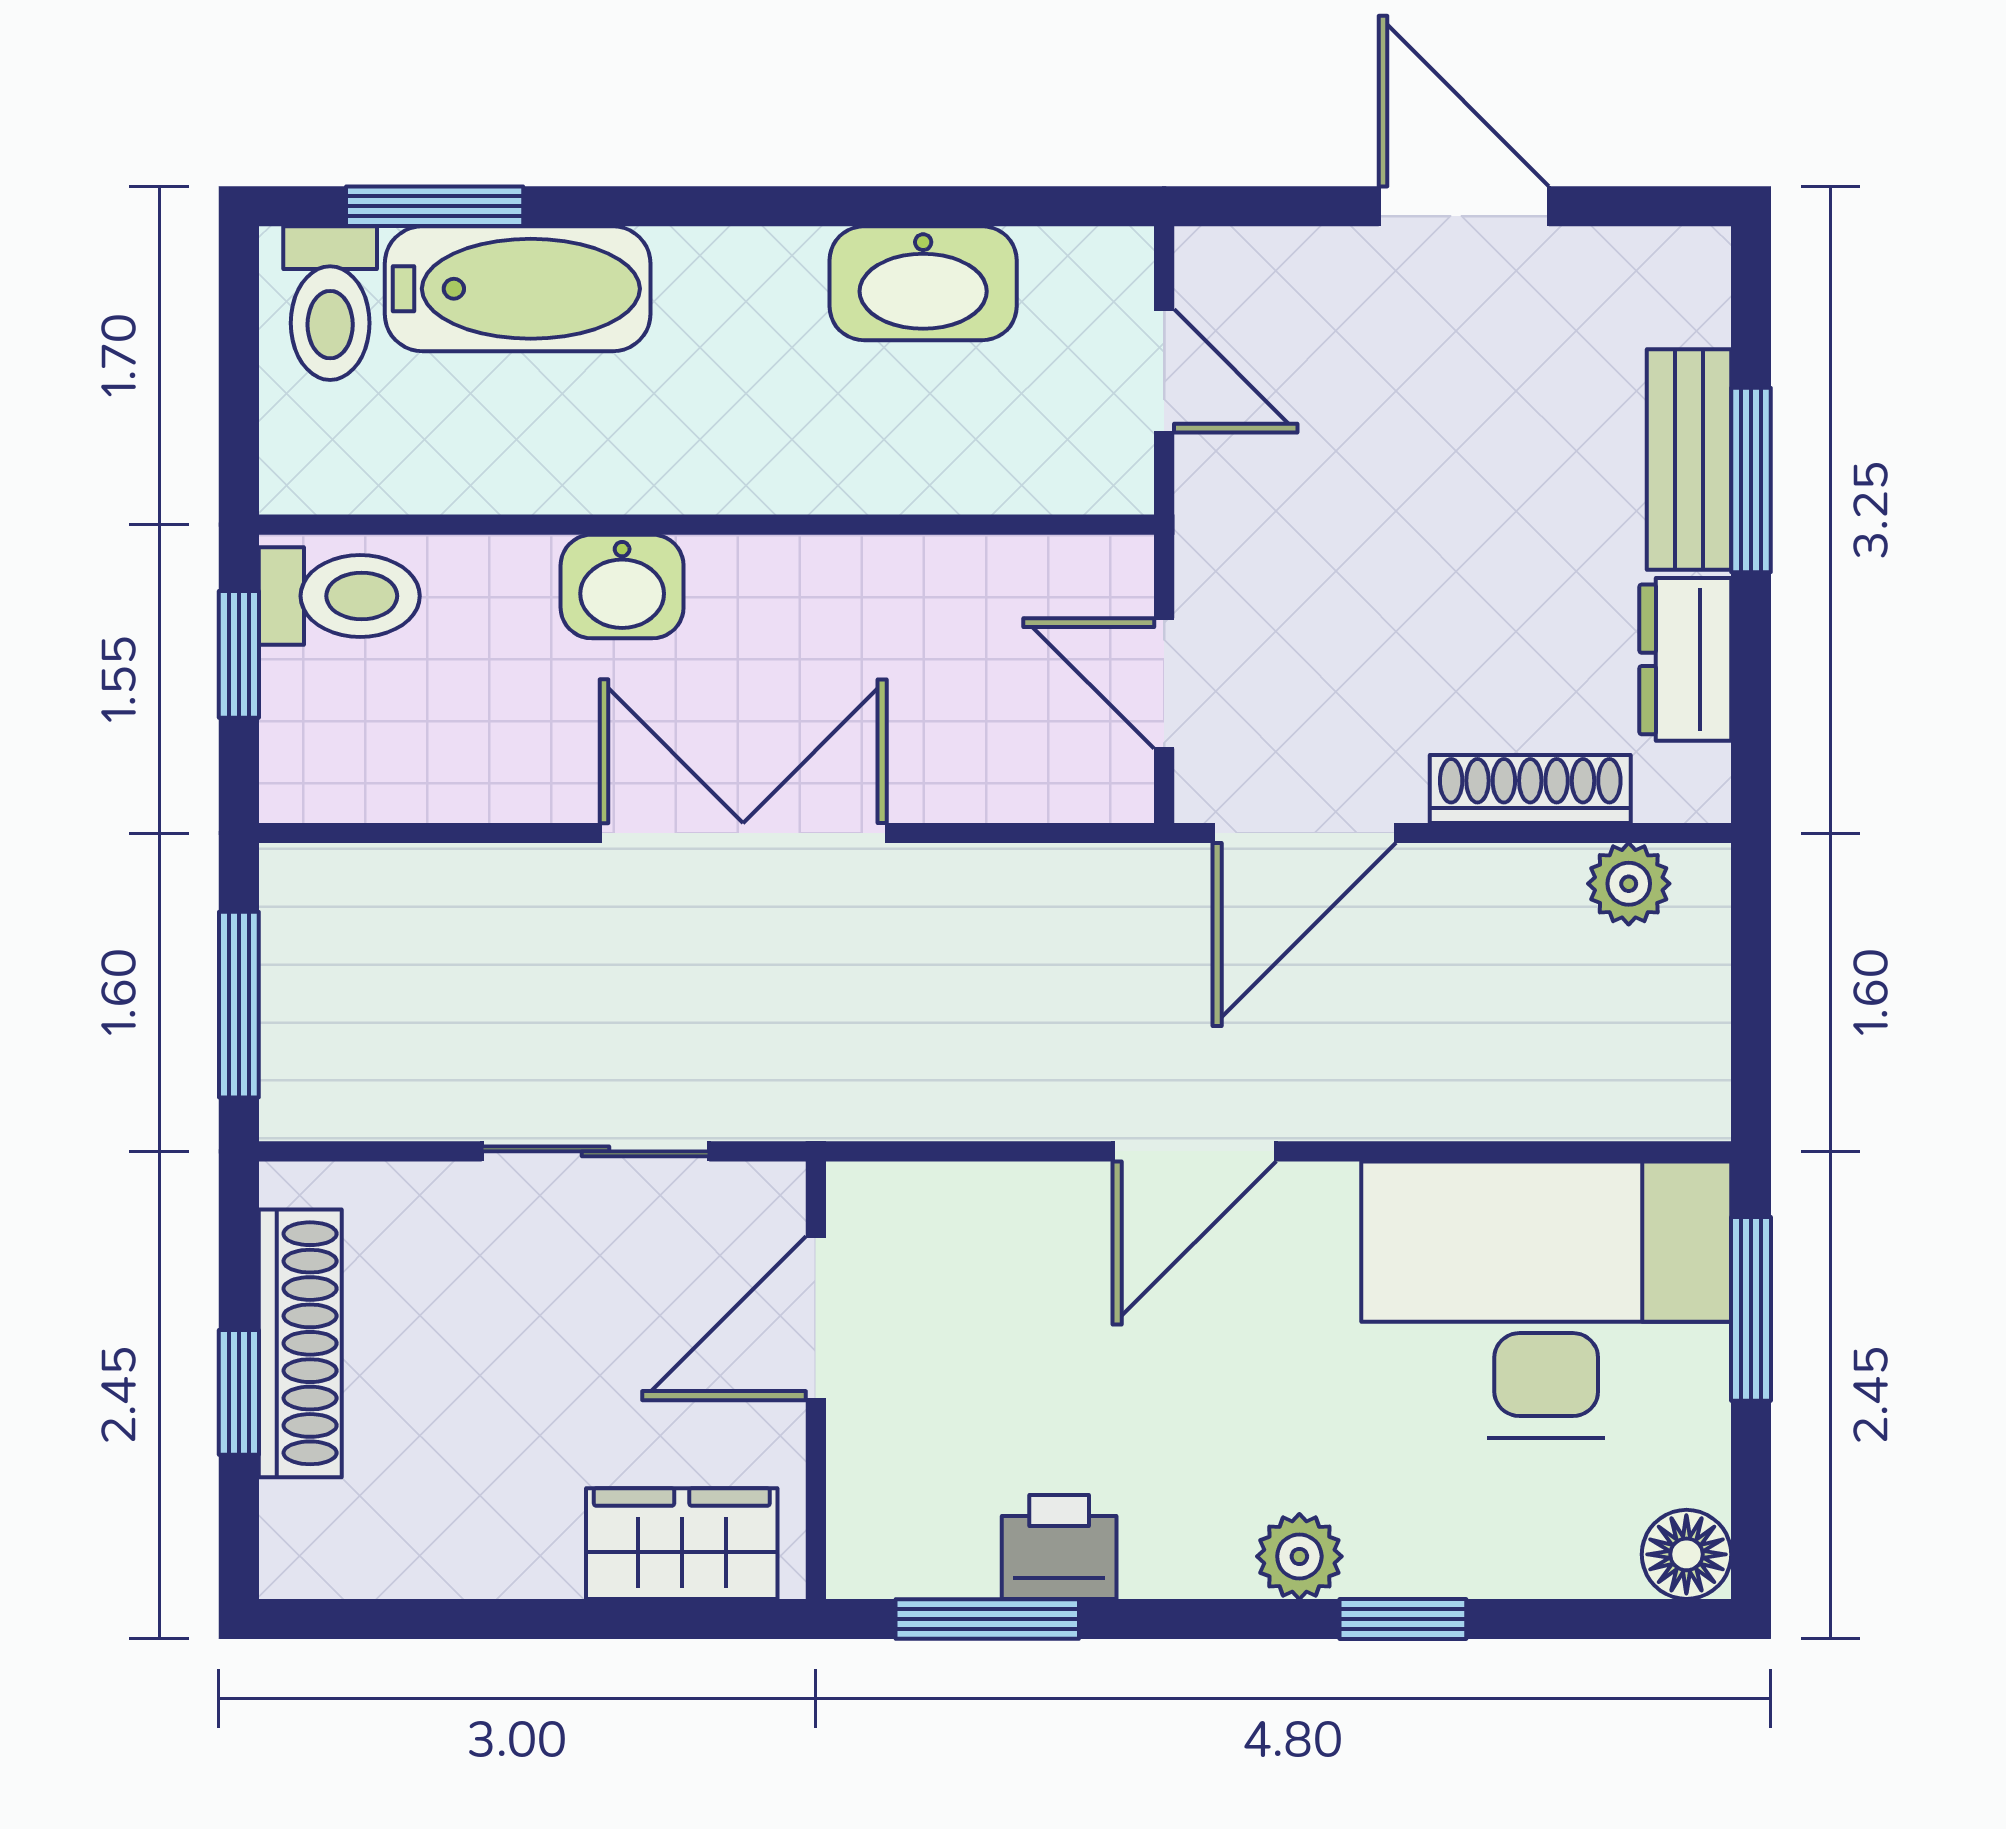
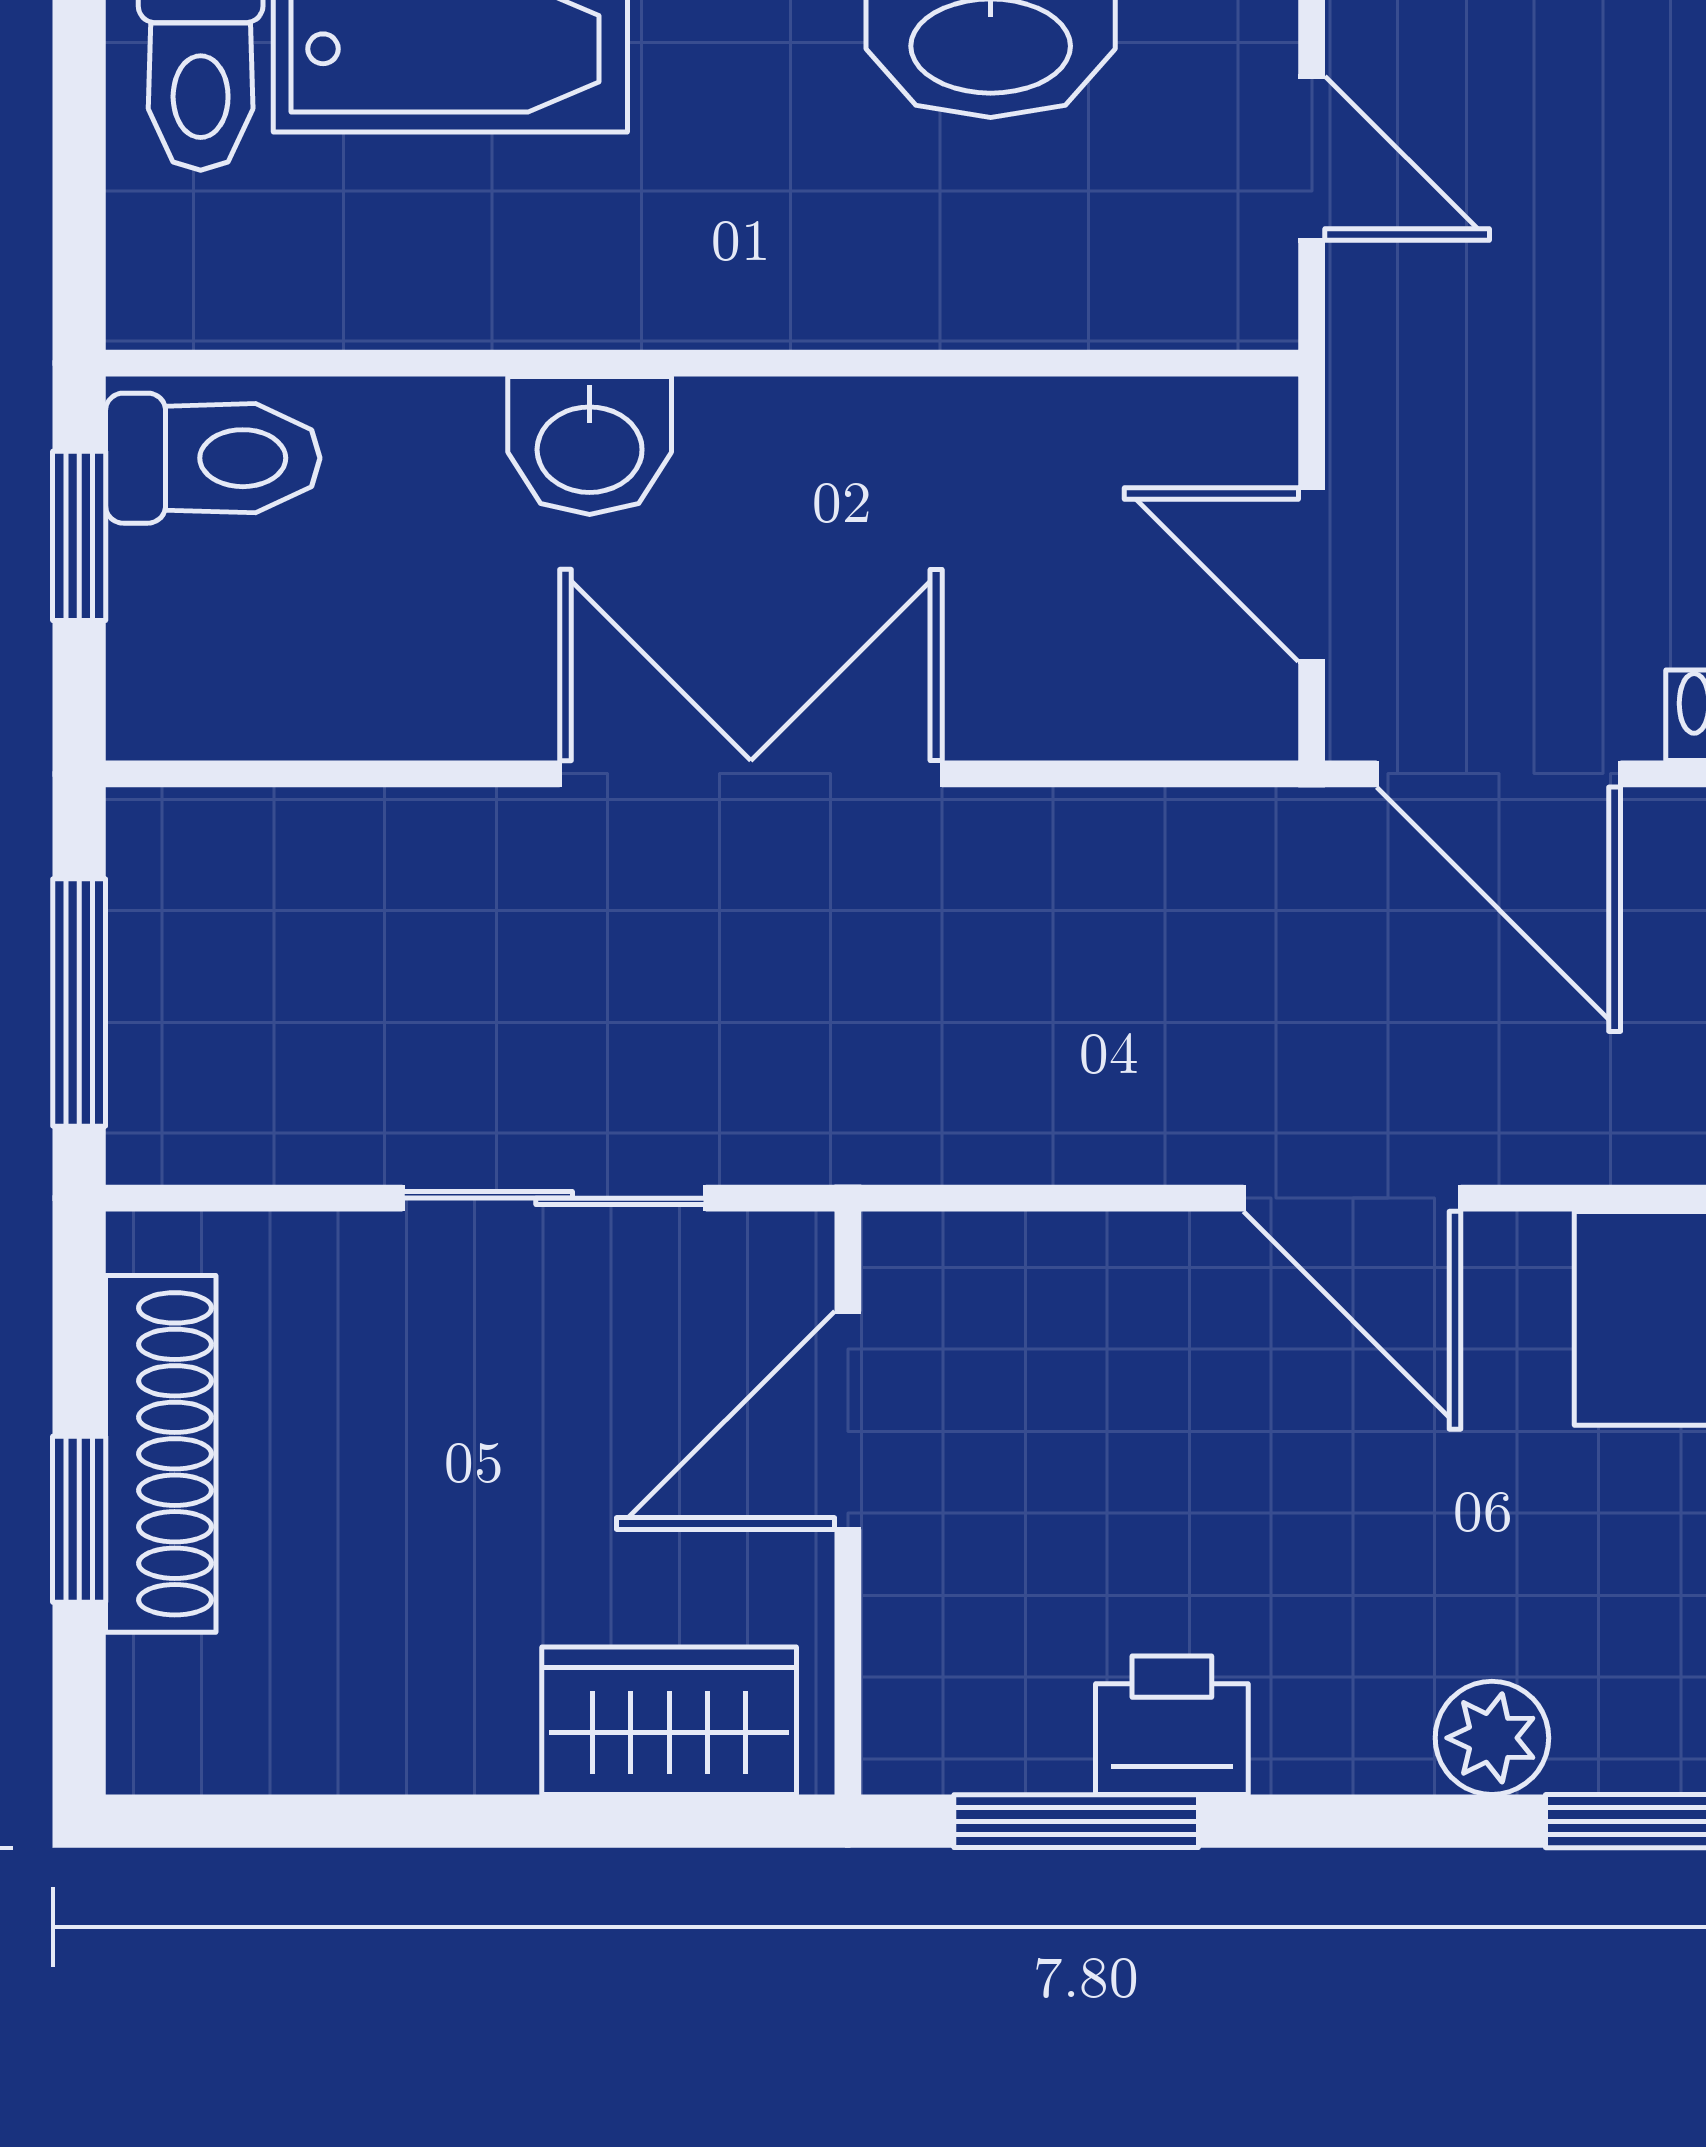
door: (1304, 833) -> (1499, 774), hinge flipped
door: (1194, 1151) -> (1352, 1198), hinge flipped

